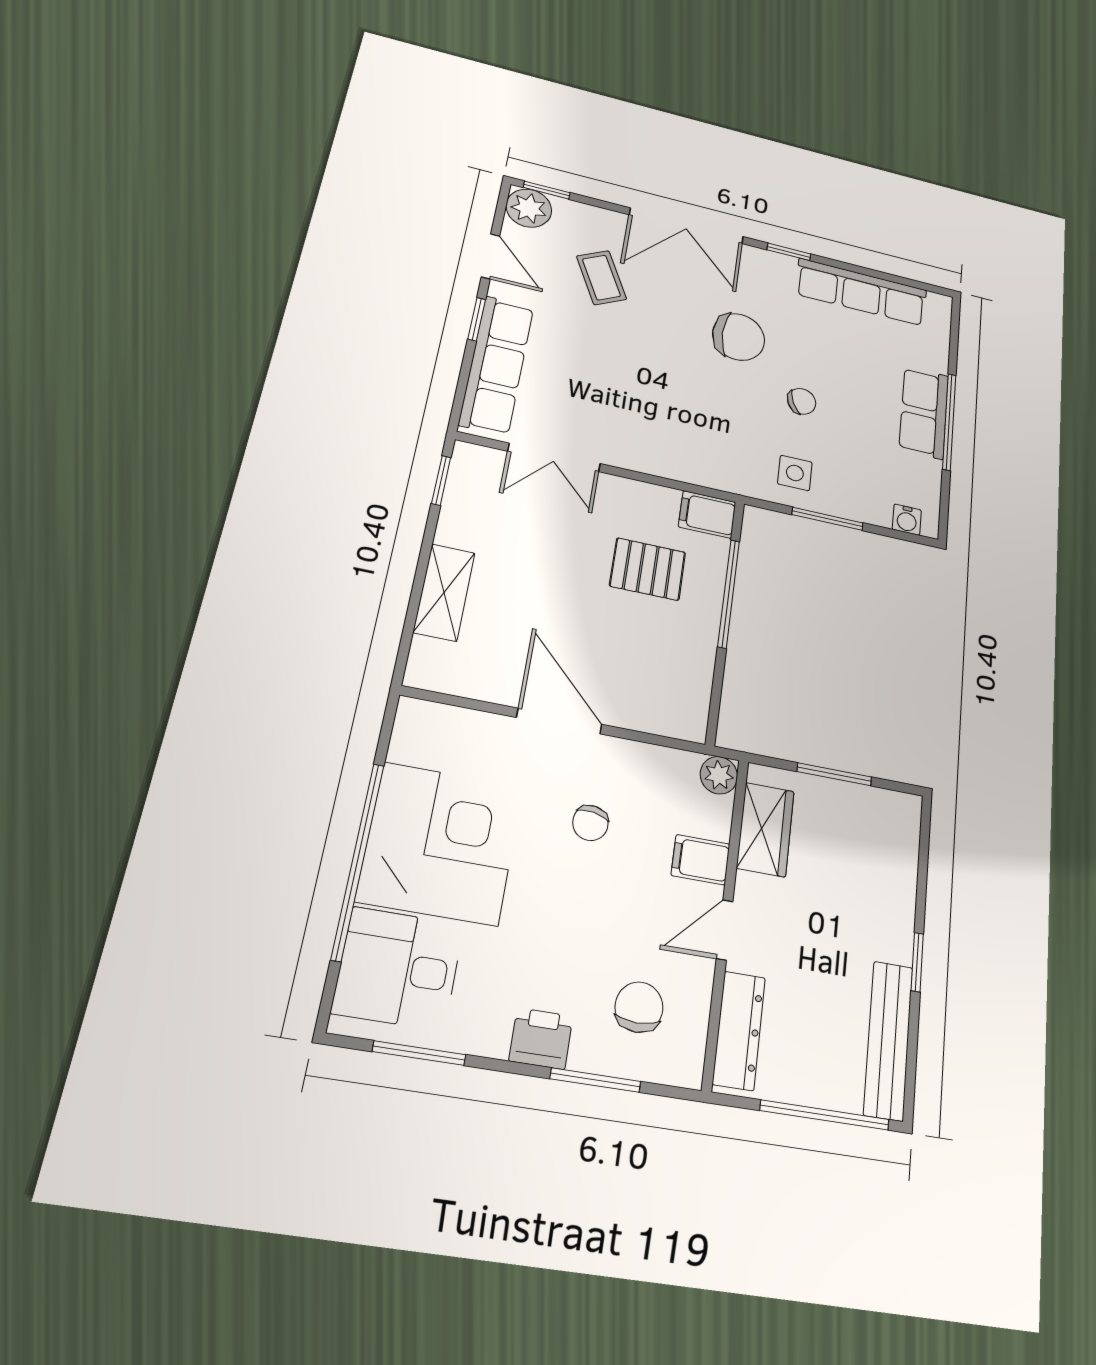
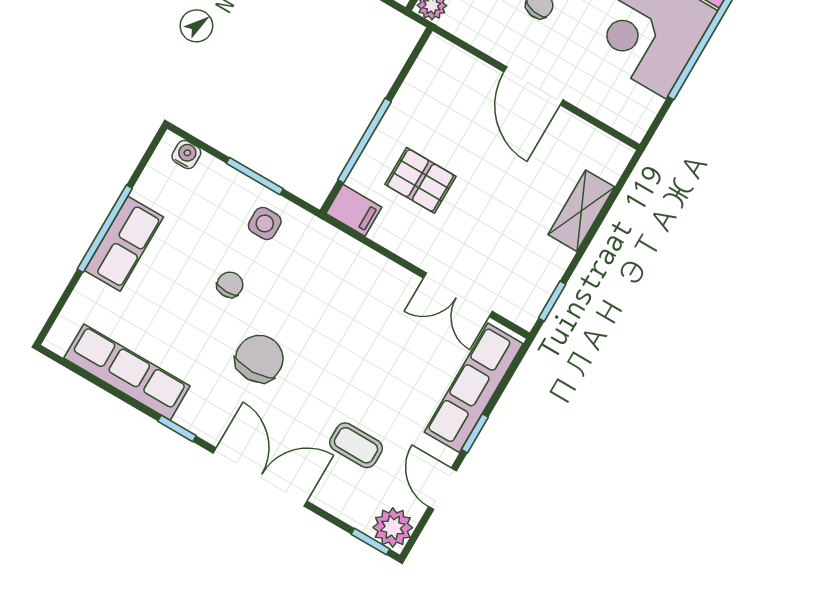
coffee table: (601, 278) -> (356, 445), turned -63
chair: (739, 337) -> (259, 359), turned 88
chair: (802, 401) -> (230, 285), turned 114
double door: (554, 458) -> (458, 295), swing flipped

